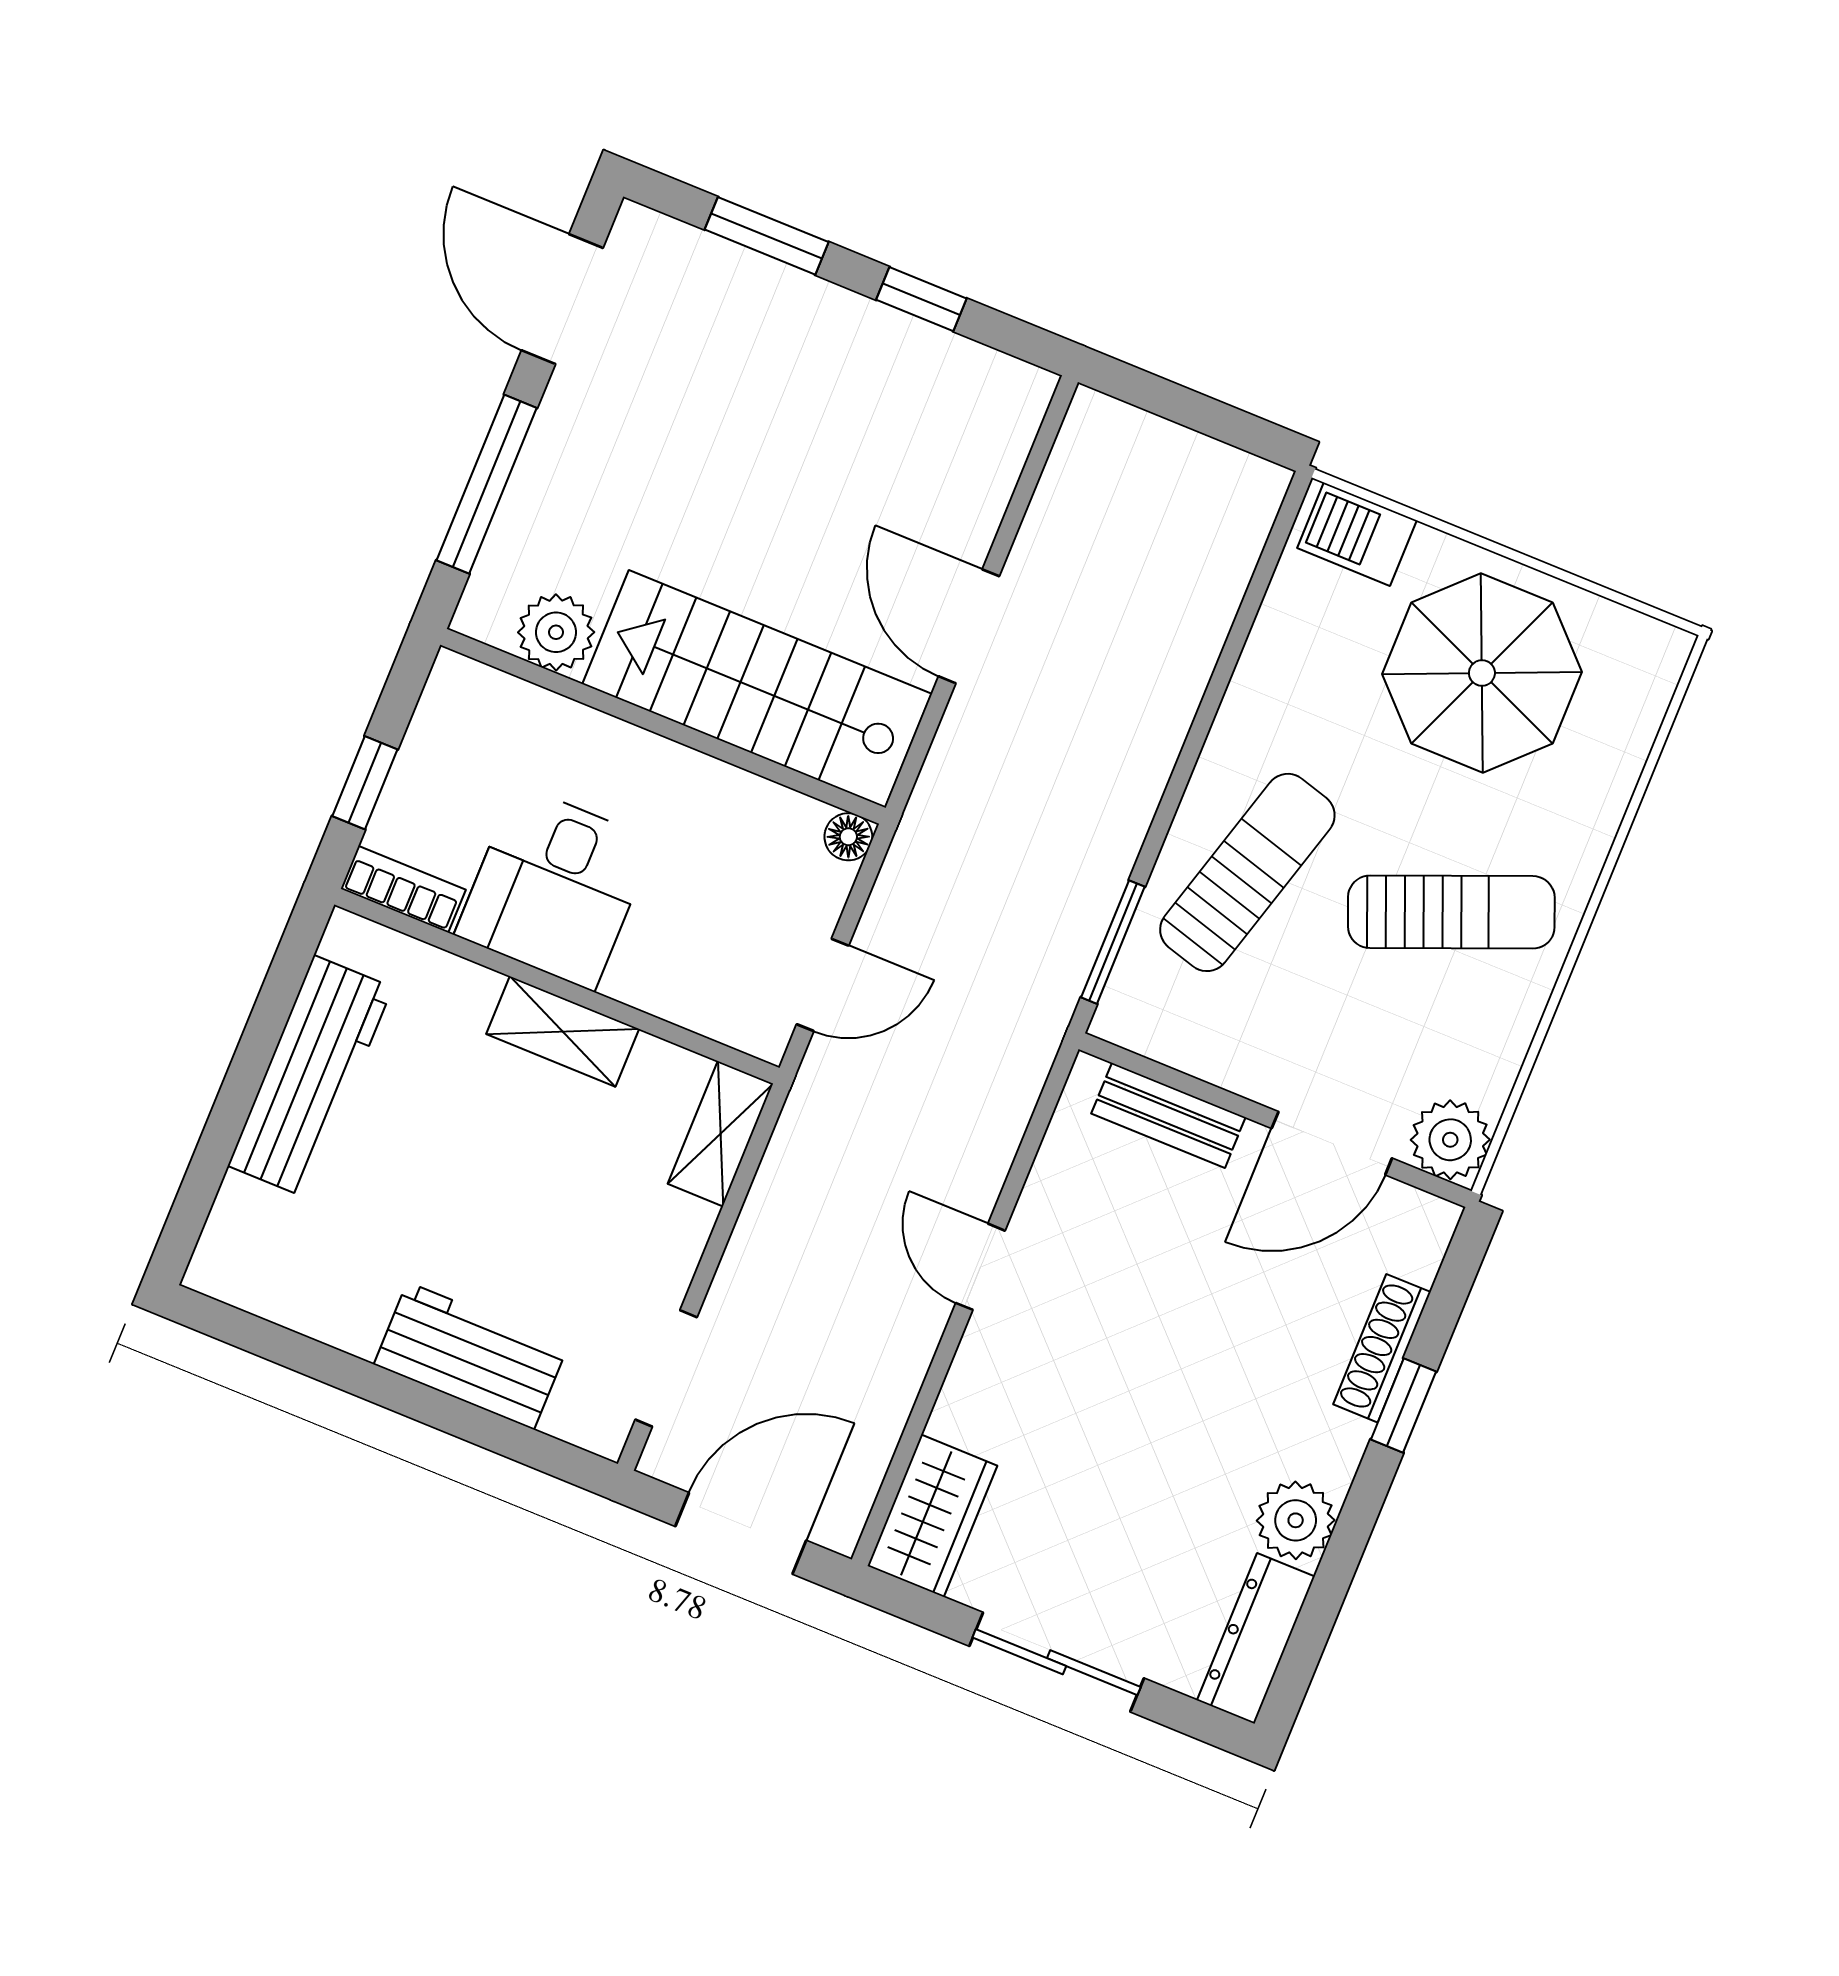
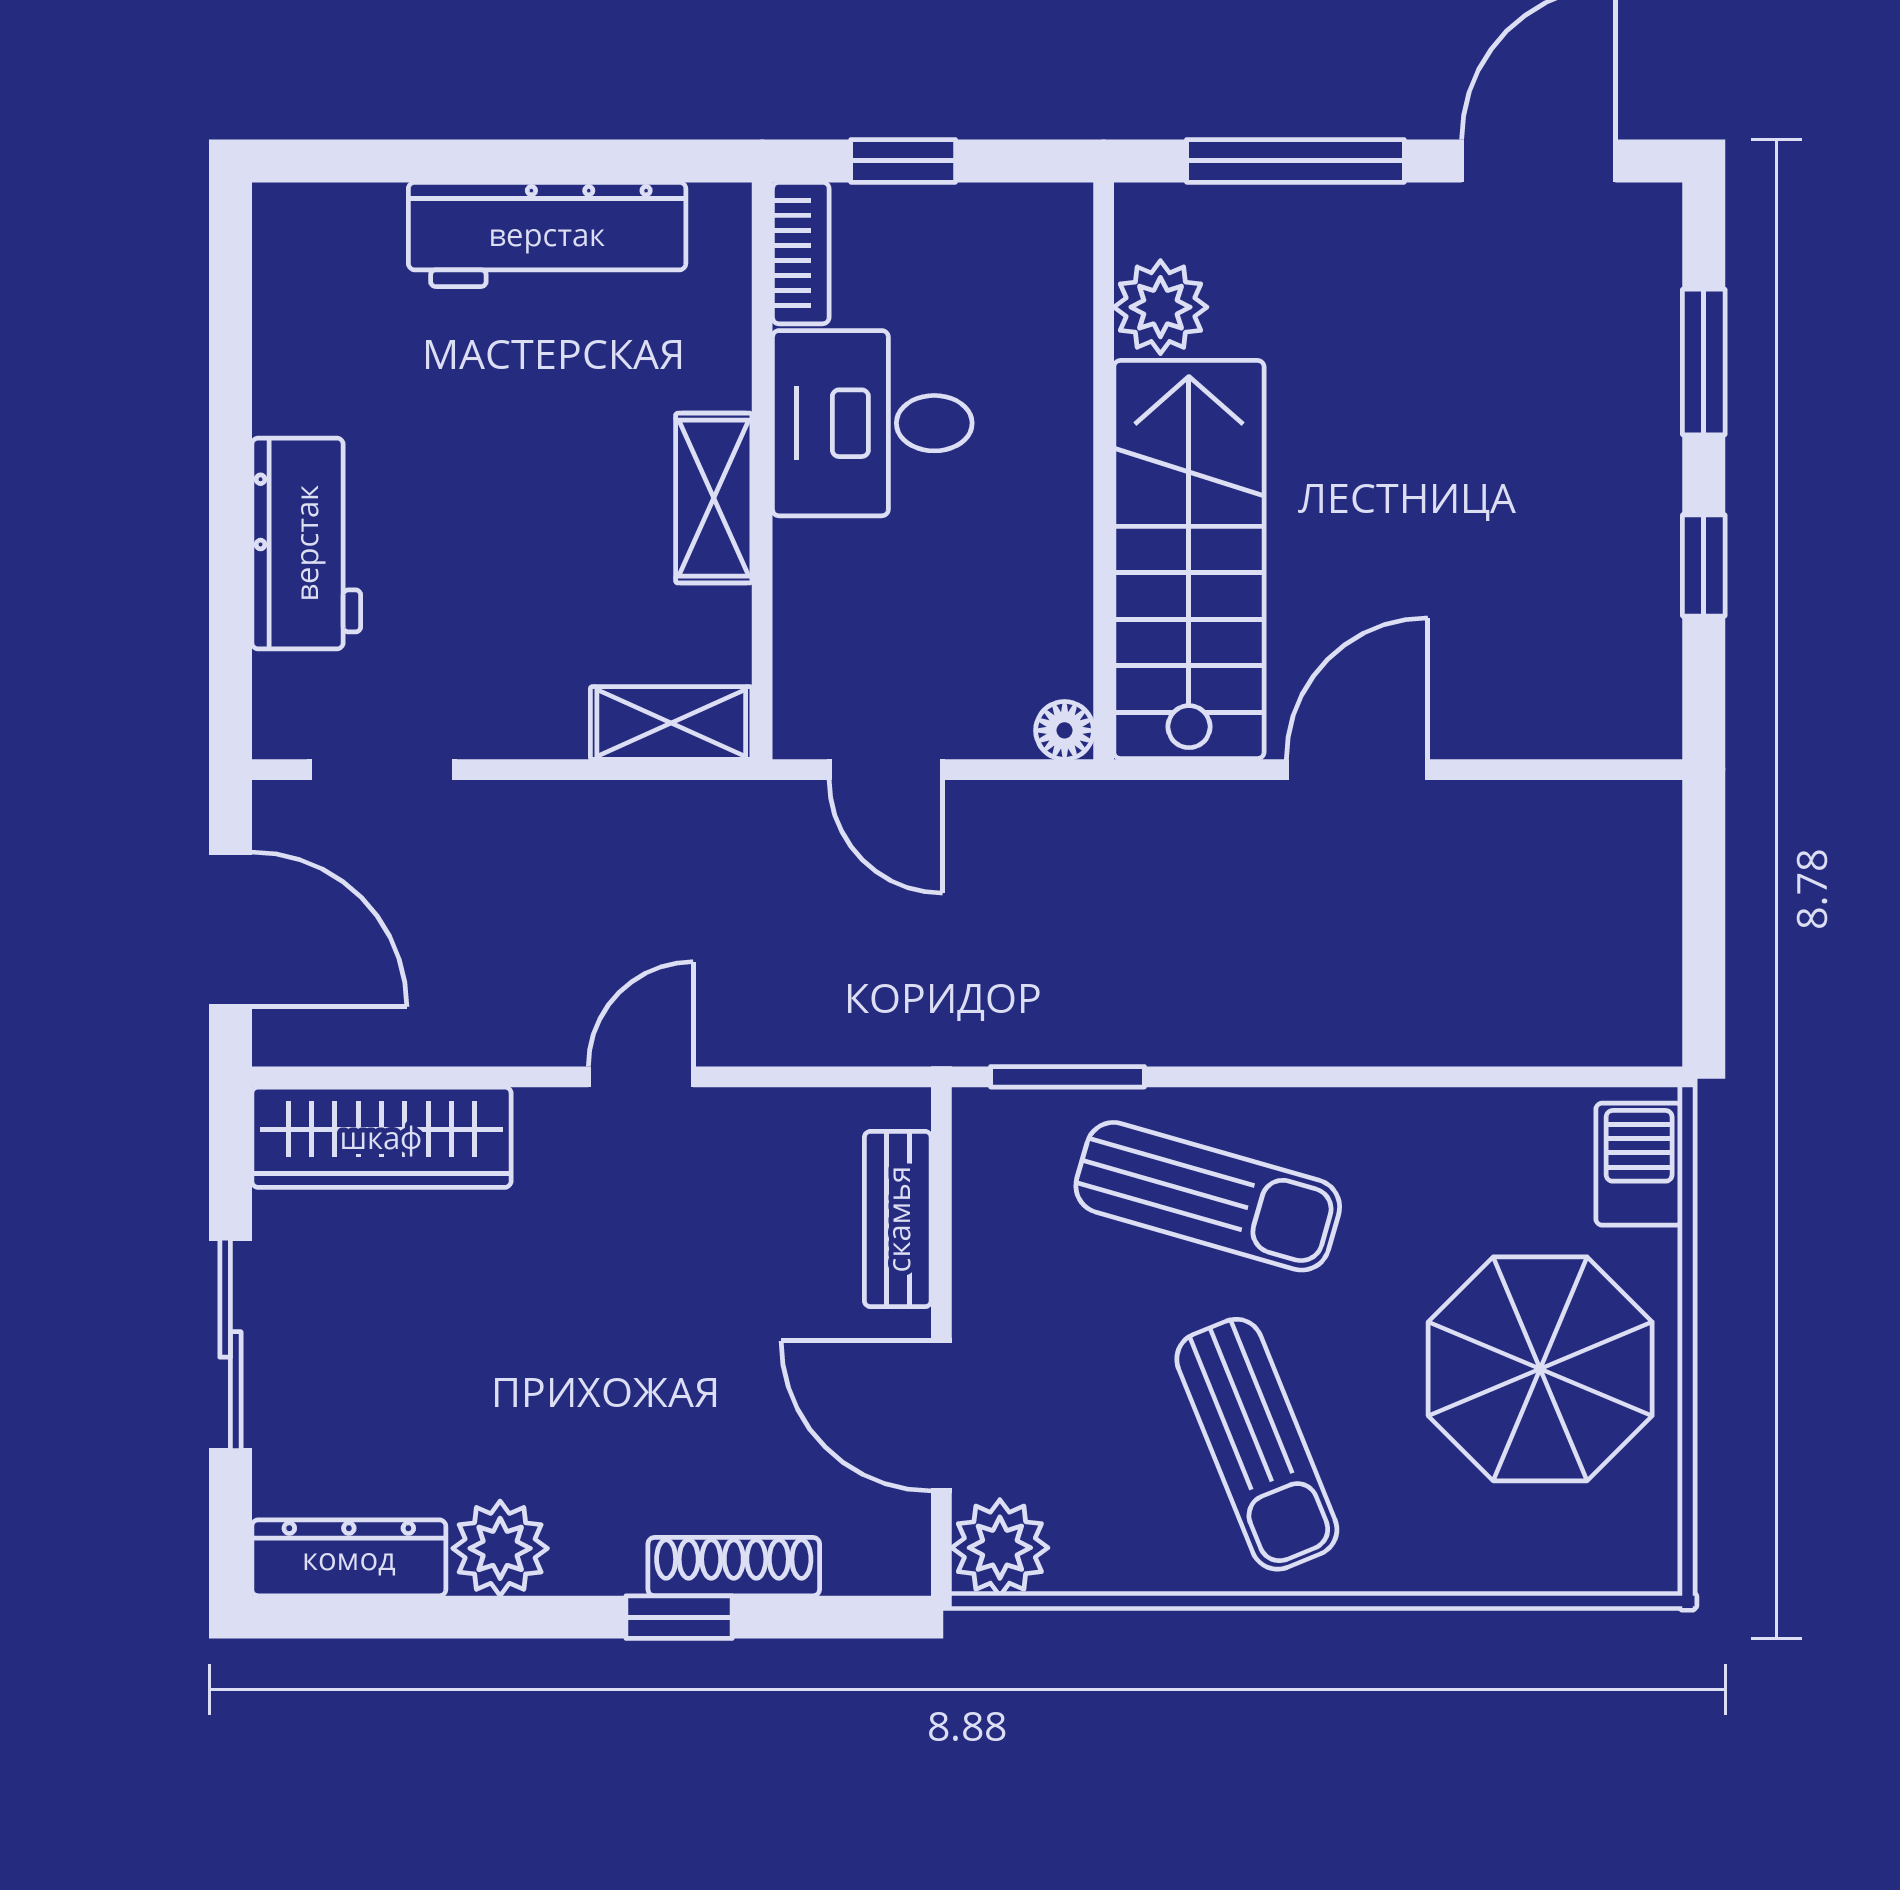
wardrobe: (932, 1516) -> (381, 1137), width x1.50

